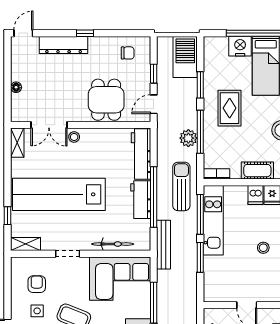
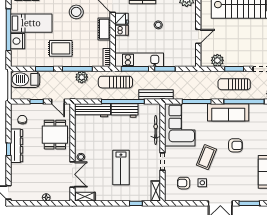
dresser: (64, 45) -> (17, 146), moved
dining table: (106, 100) -> (55, 135), turned 90
lab bench: (59, 194) -> (121, 168), width x0.54, depth x0.72

